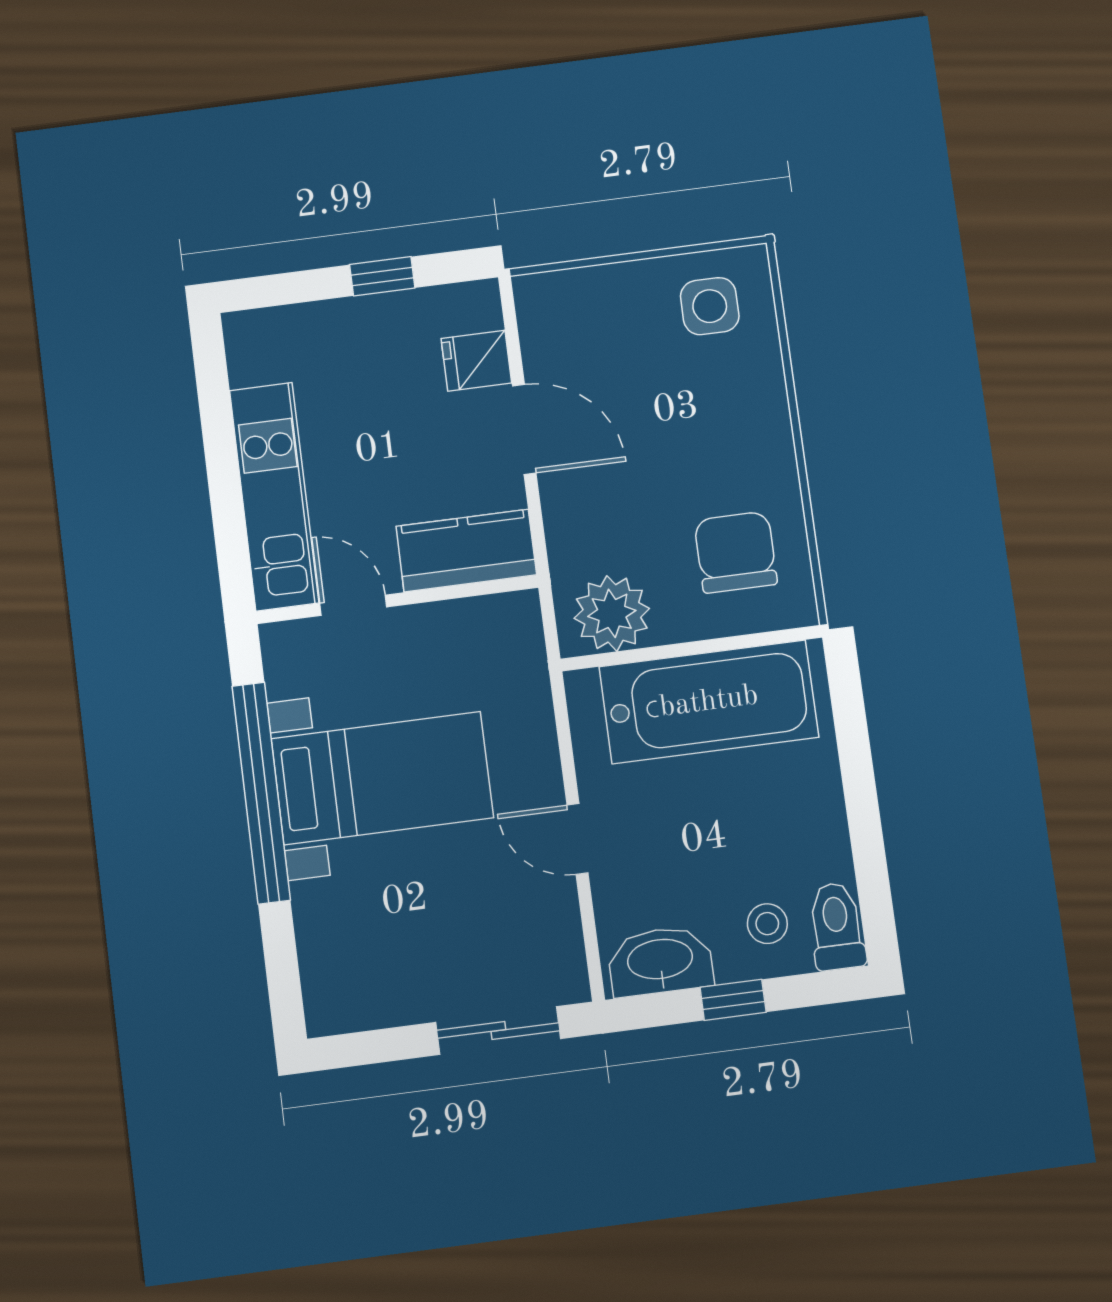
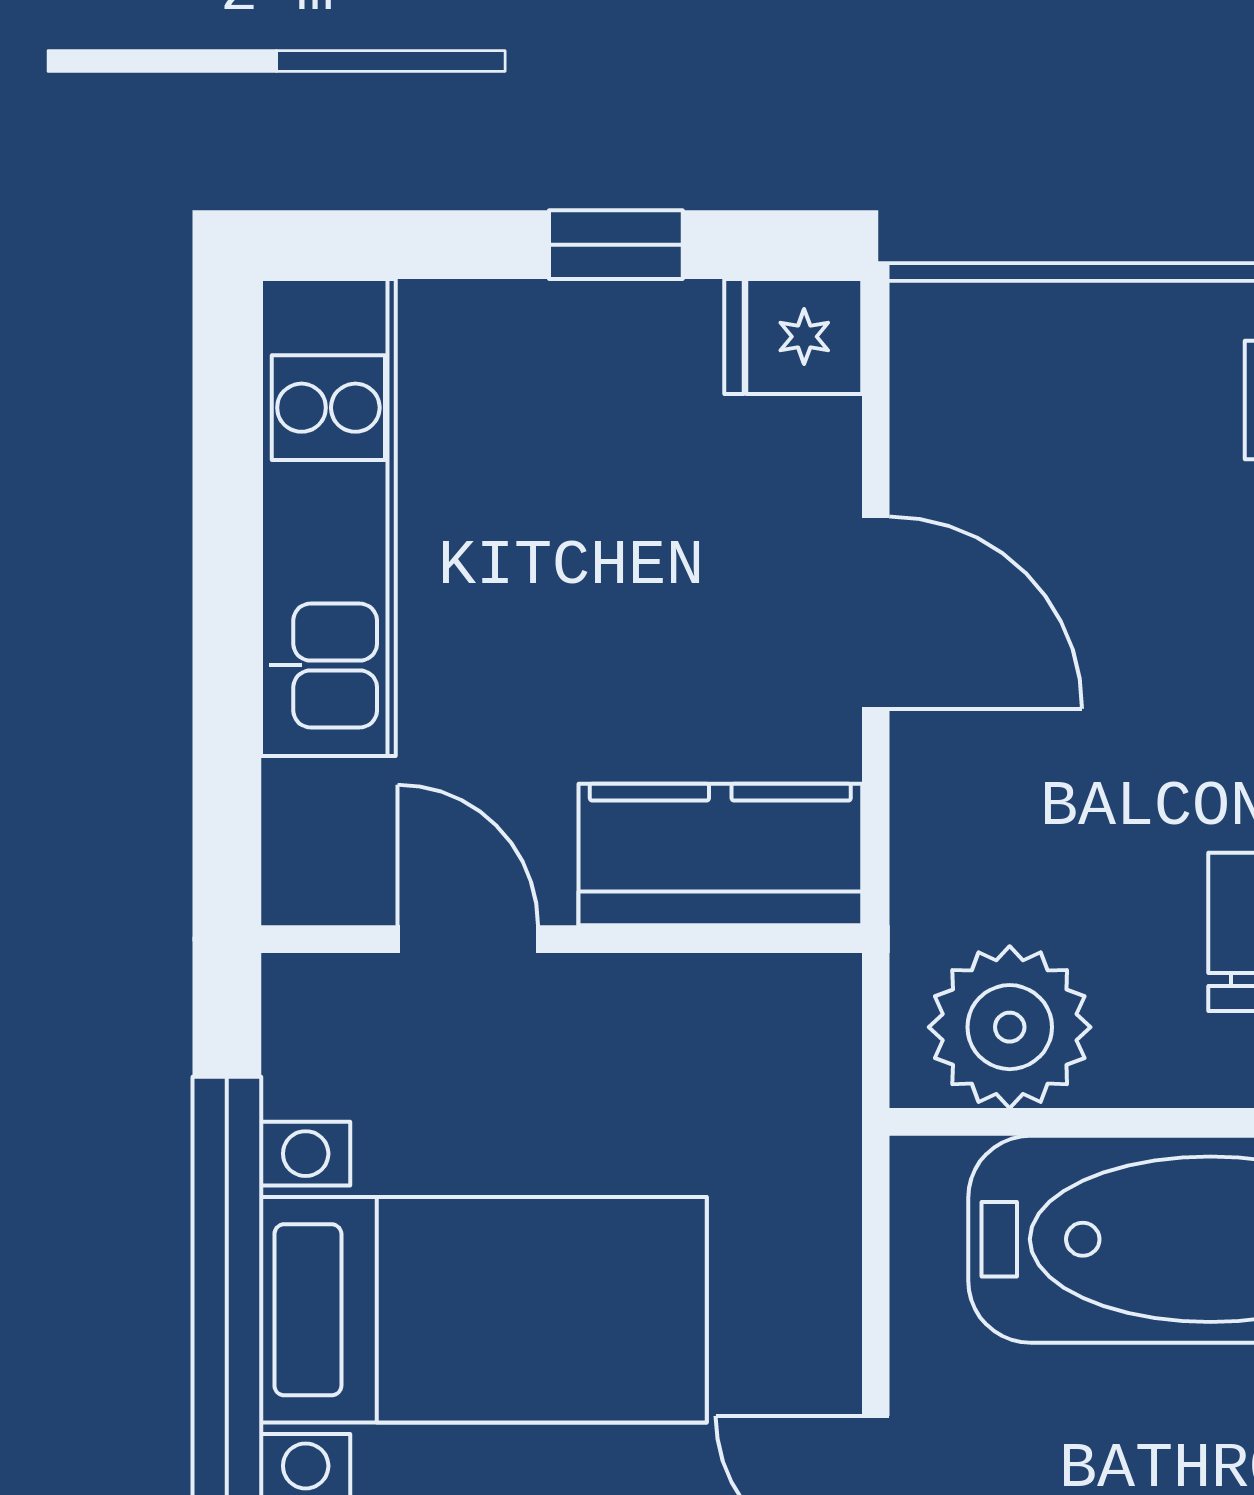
fridge: (476, 361) -> (793, 337), moved
kitchen unit: (274, 496) -> (328, 518), moved

